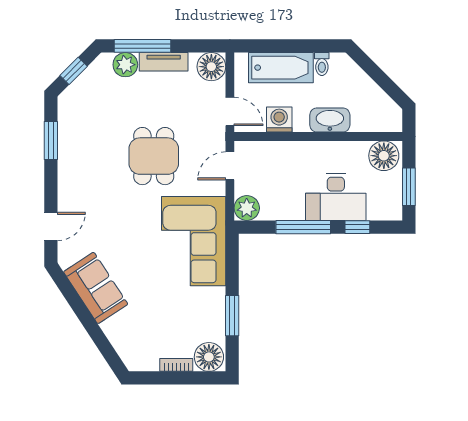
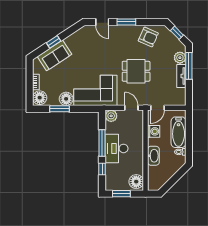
floor lamp: (211, 67) -> (66, 99), moved
armchair: (82, 131) -> (148, 37), added
window: (51, 141) -> (126, 22), moved
desk: (336, 197) -> (116, 148), moved
sofa: (96, 288) -> (55, 55), moved
window: (92, 328) -> (54, 42), added

